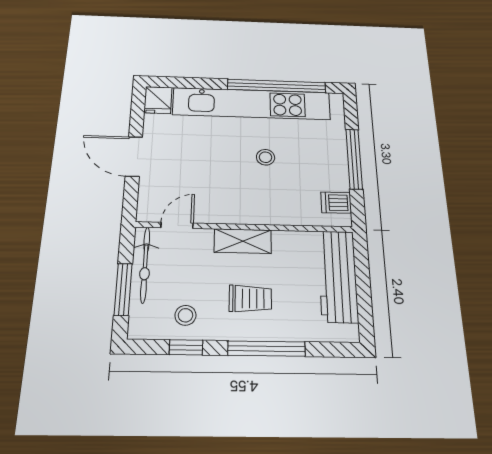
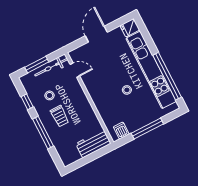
shelving: (243, 241) -> (82, 101), removed
workbench: (338, 276) -> (93, 144), width x0.73
stool: (185, 315) -> (50, 95), moved

